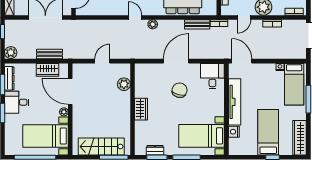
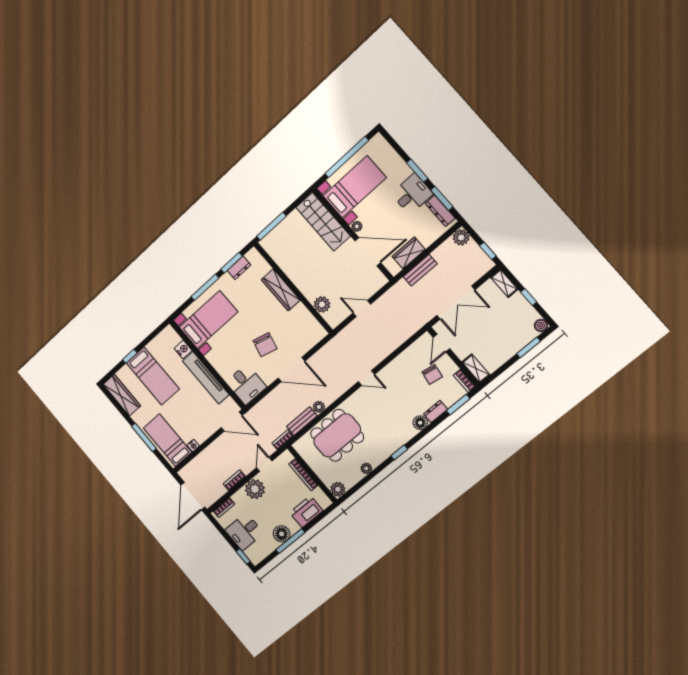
plant: (153, 24) -> (319, 407), moved
door: (102, 61) -> (362, 309), swing flipped
door: (176, 61) -> (291, 370), hinge flipped
wardrobe: (141, 109) -> (281, 290), width x1.50
stairs: (101, 146) -> (323, 222), moved, turned 90

